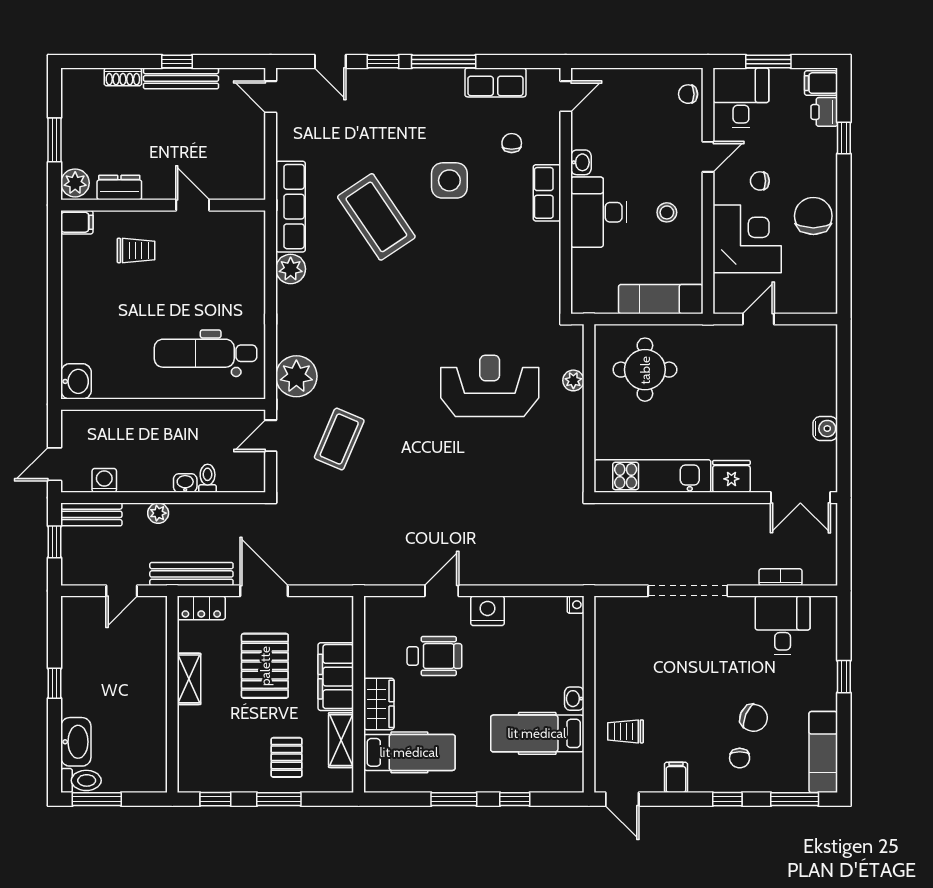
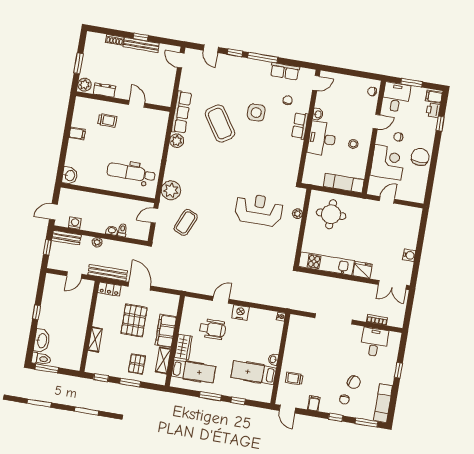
filing cabinet: (77, 222) -> (77, 133), moved
shelving: (189, 679) -> (95, 339), moved

